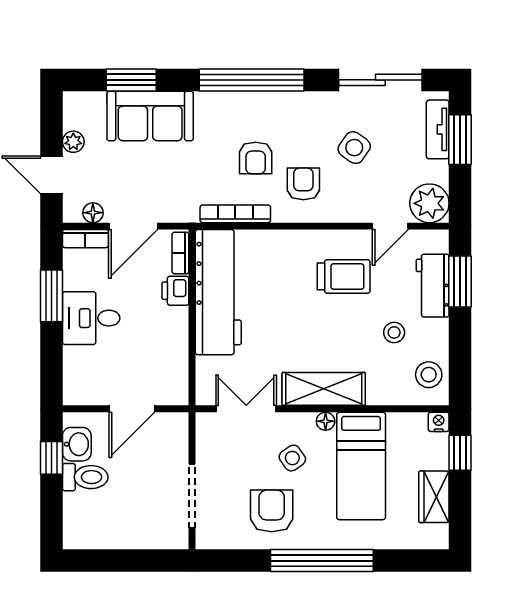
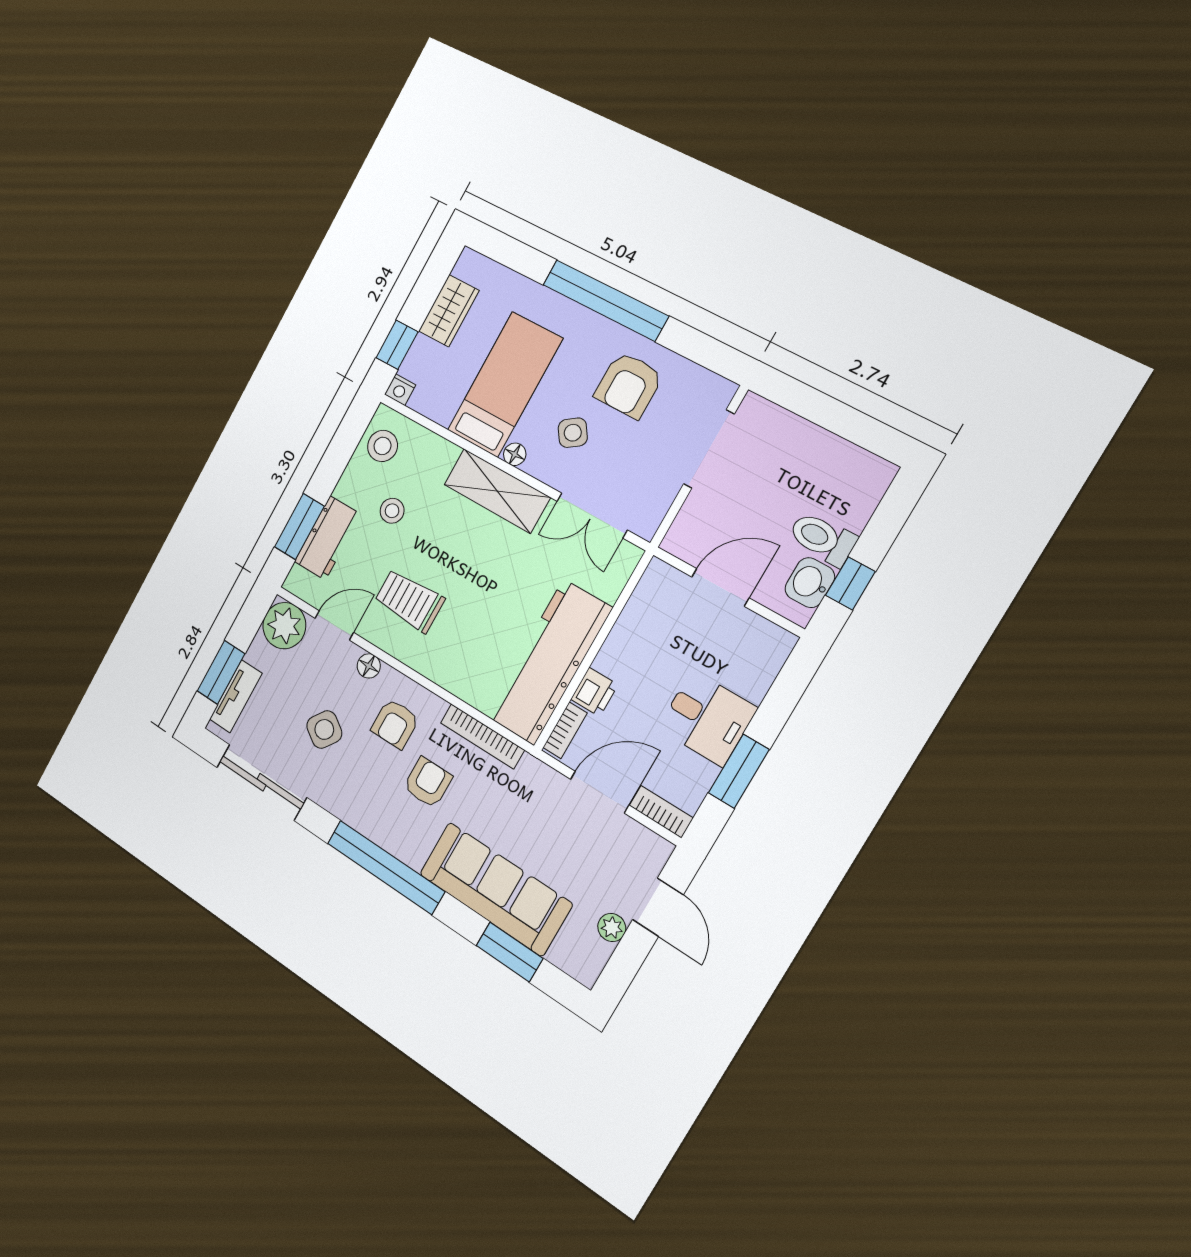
sofa: (150, 116) -> (495, 889), width x1.36
floor lamp: (93, 213) -> (369, 666), moved

